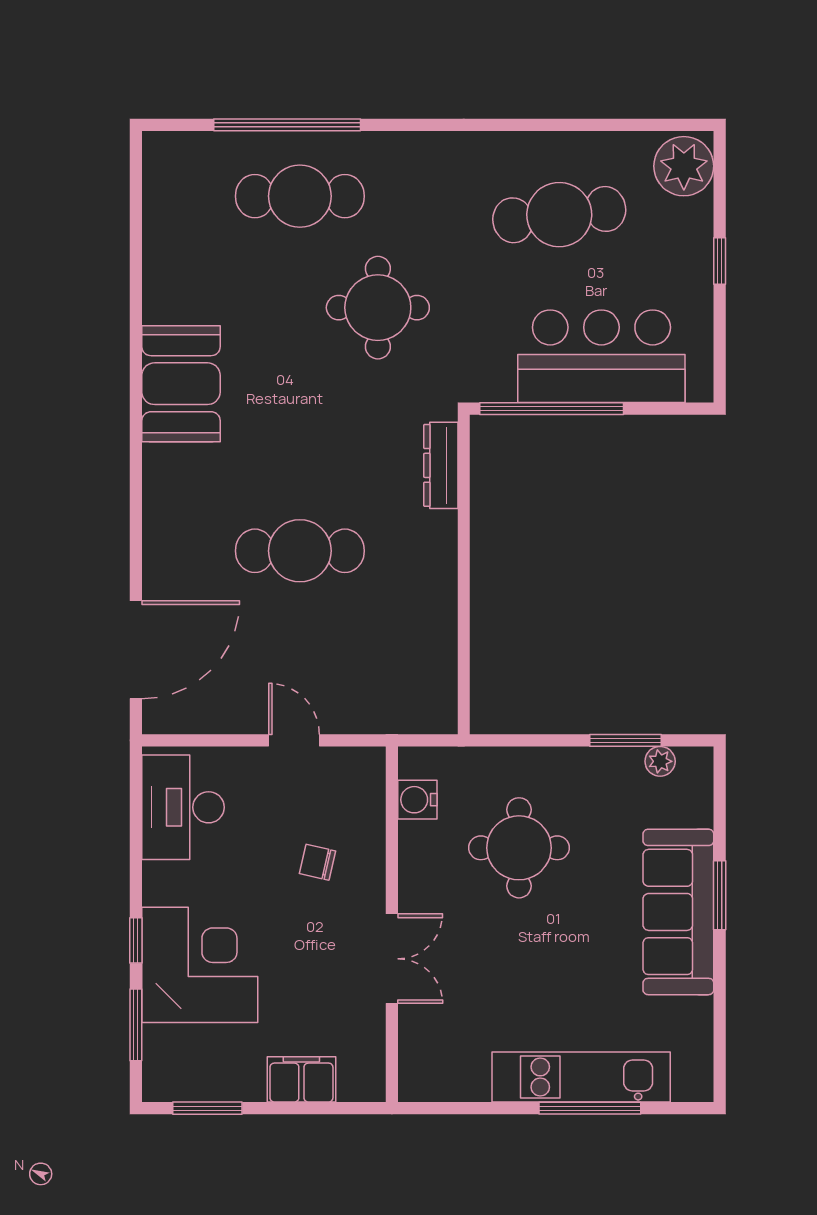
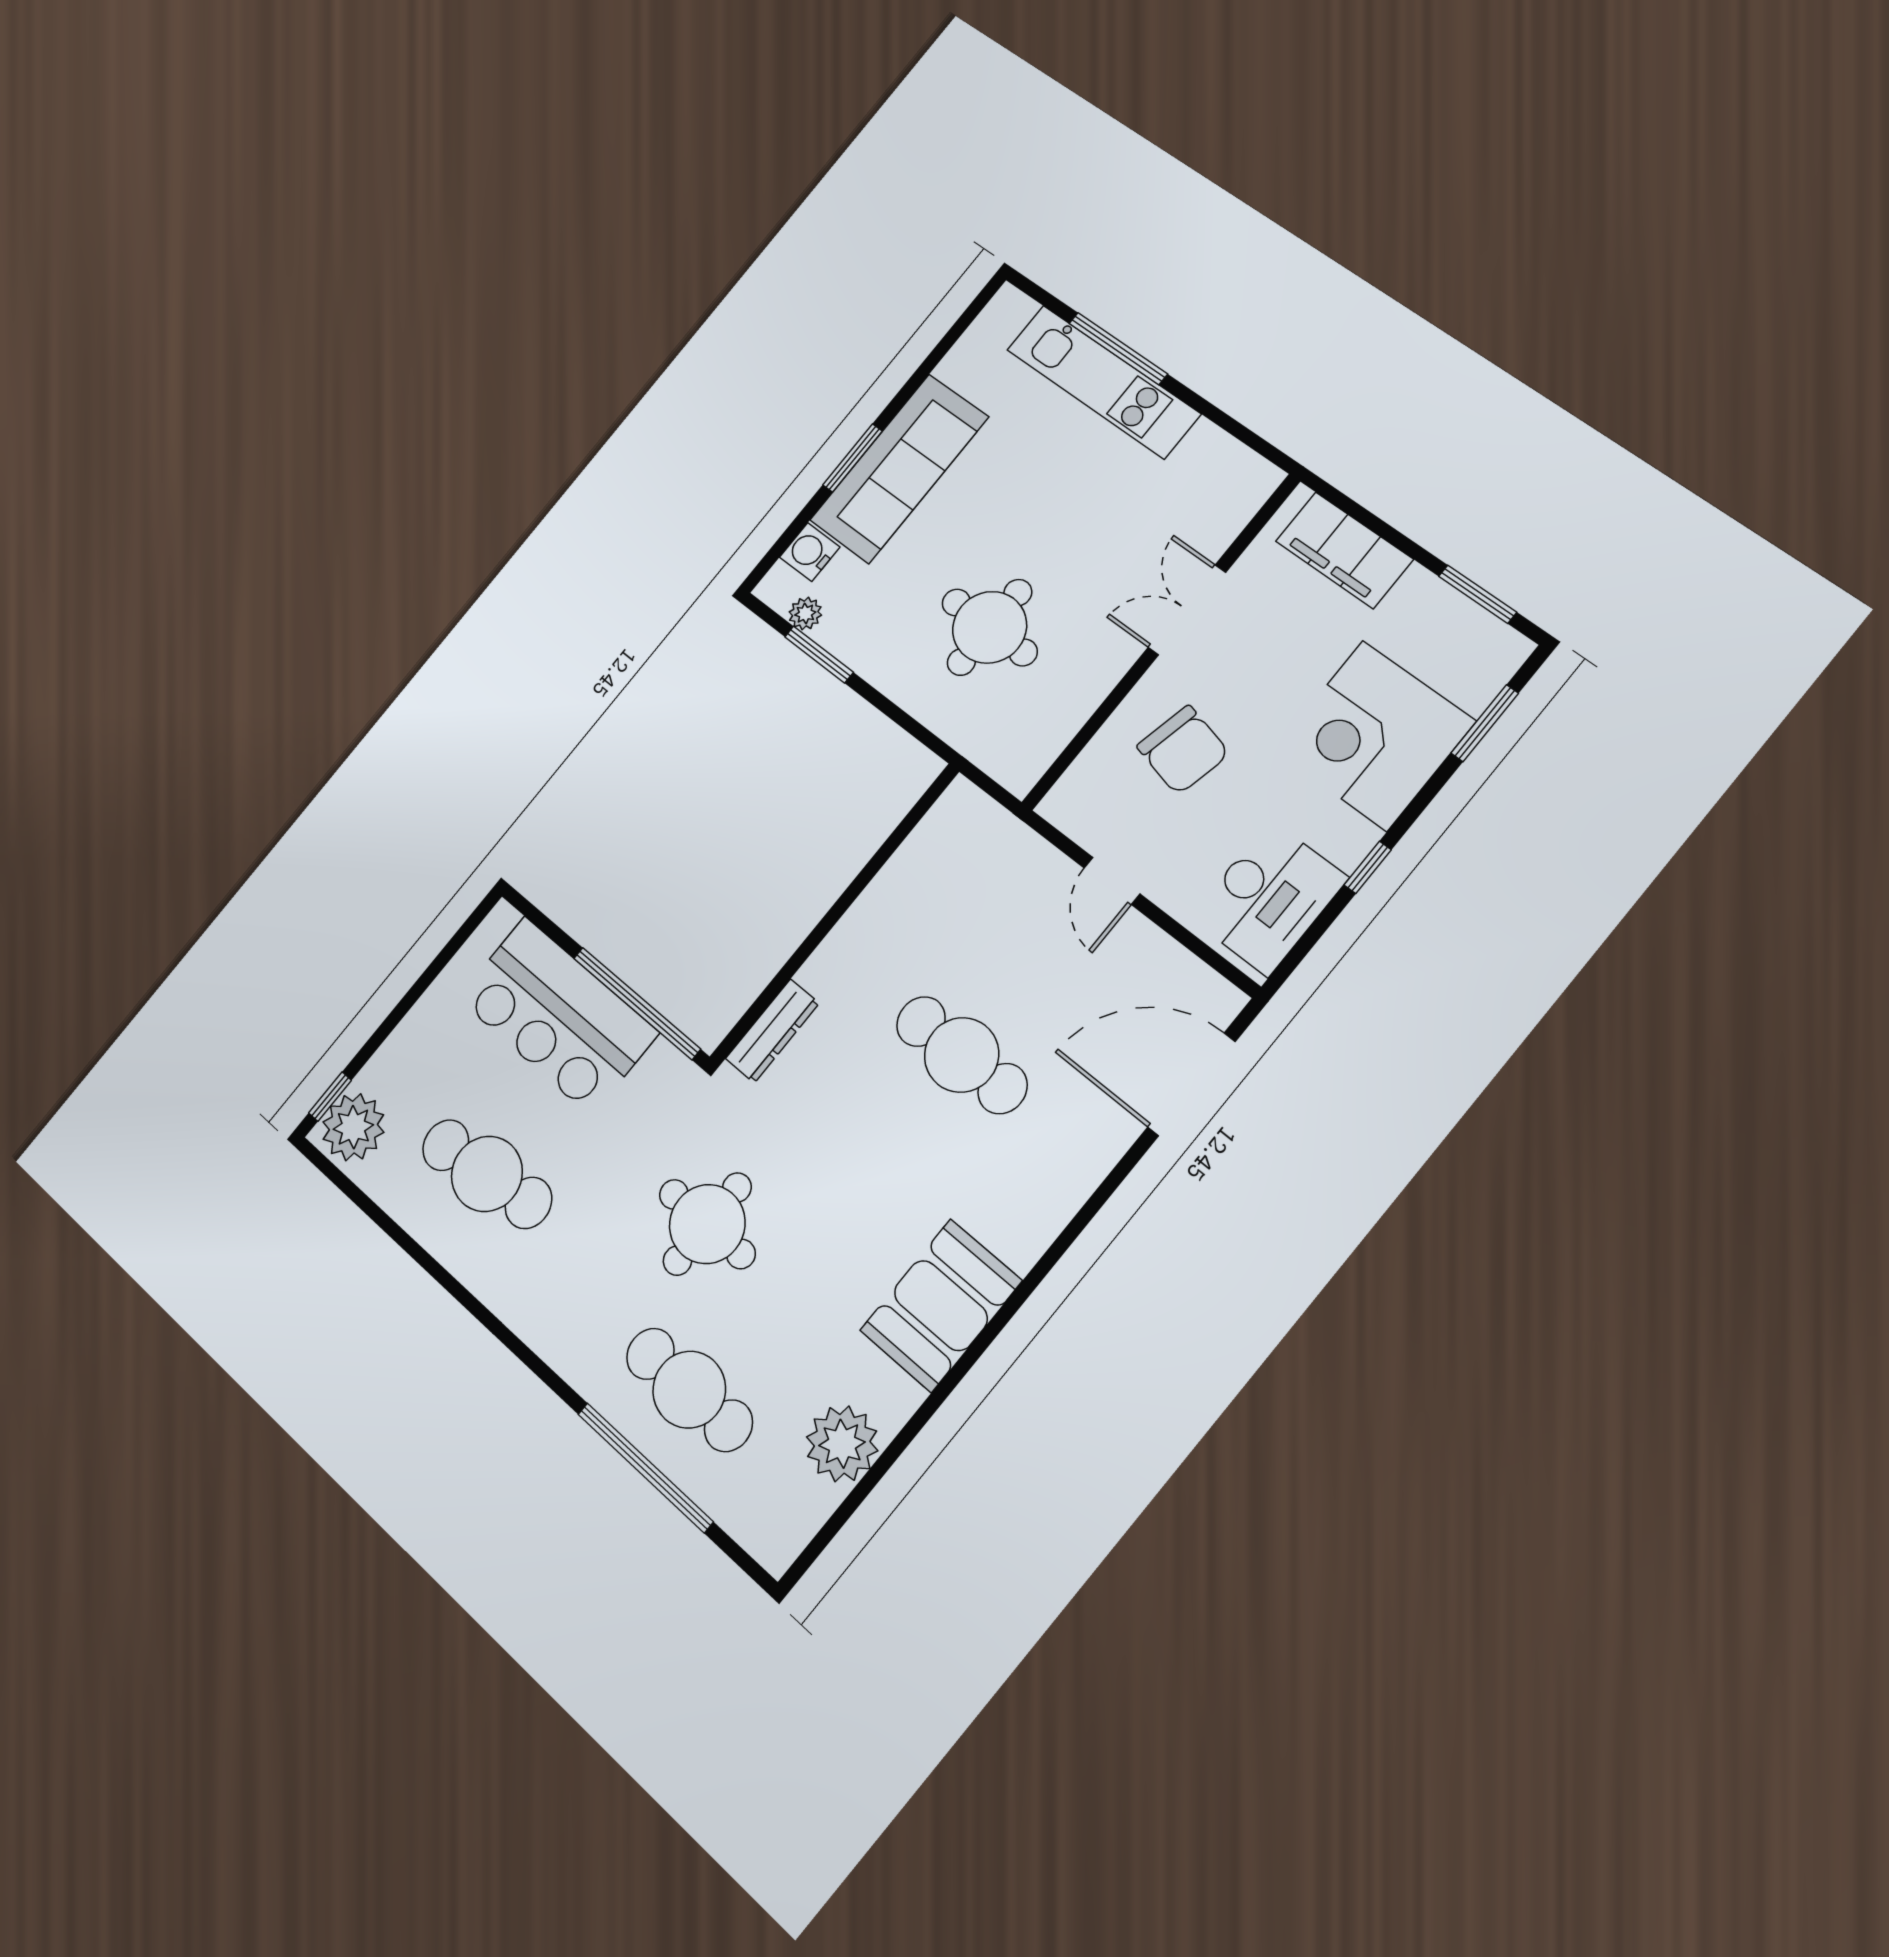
plant: (172, 247) -> (842, 1444), added
window: (720, 261) -> (330, 1097), moved
water cooler: (417, 800) -> (810, 552), moved, turned 180
chair: (318, 862) -> (1183, 750), width x1.87, depth x1.87
window: (136, 940) -> (1368, 867), moved
filing cabinet: (301, 1079) -> (1344, 550), width x1.50, depth x1.17

